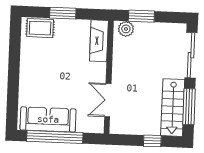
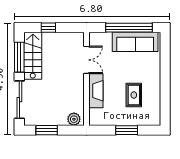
window: (141, 16) -> (47, 130), moved
rug: (40, 28) -> (134, 95), moved, turned 90
fireplace: (99, 41) -> (96, 91), moved

